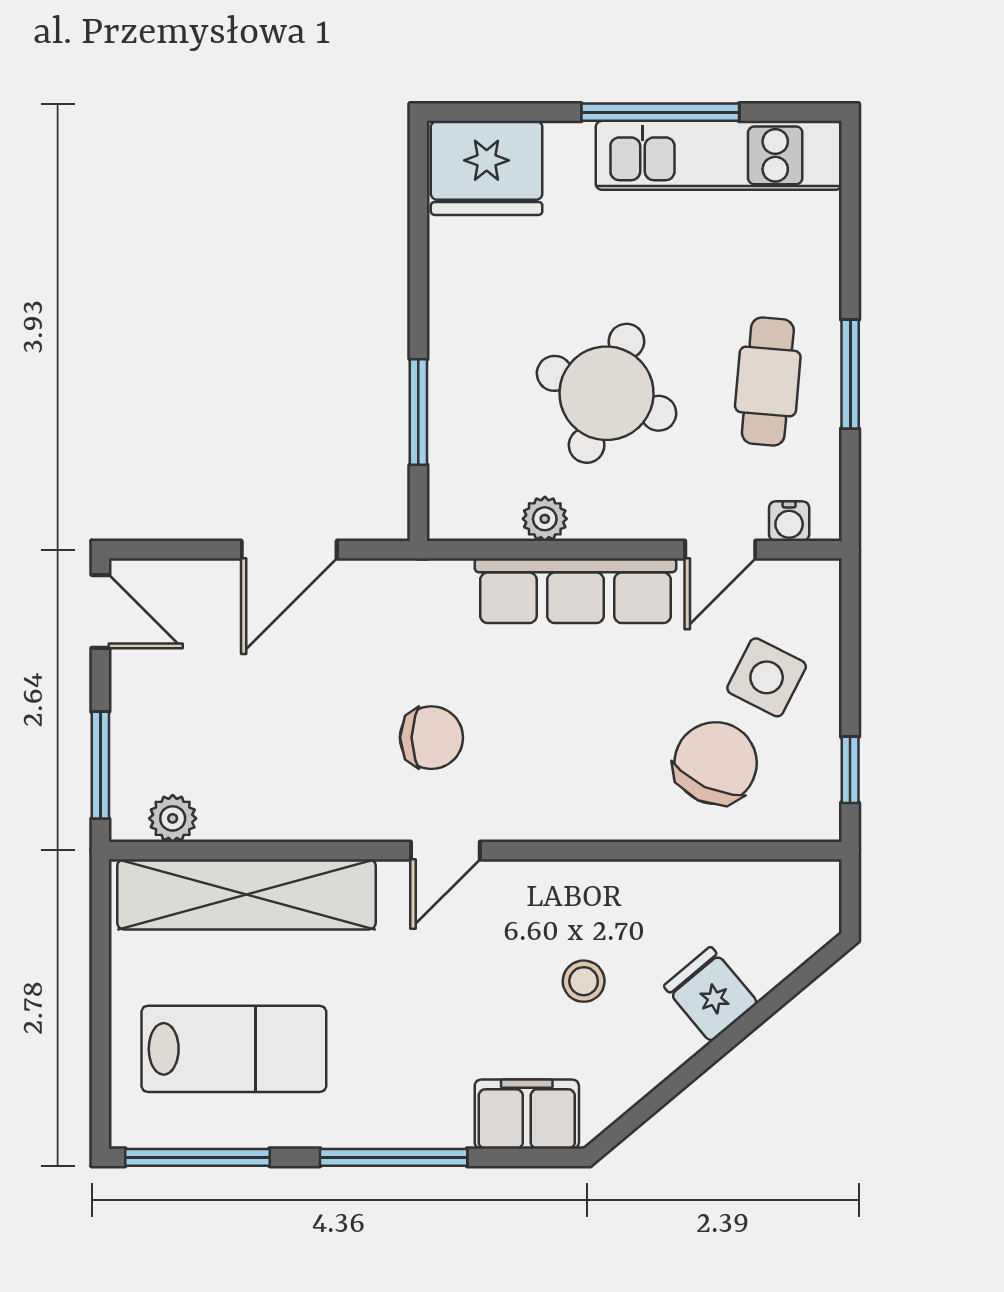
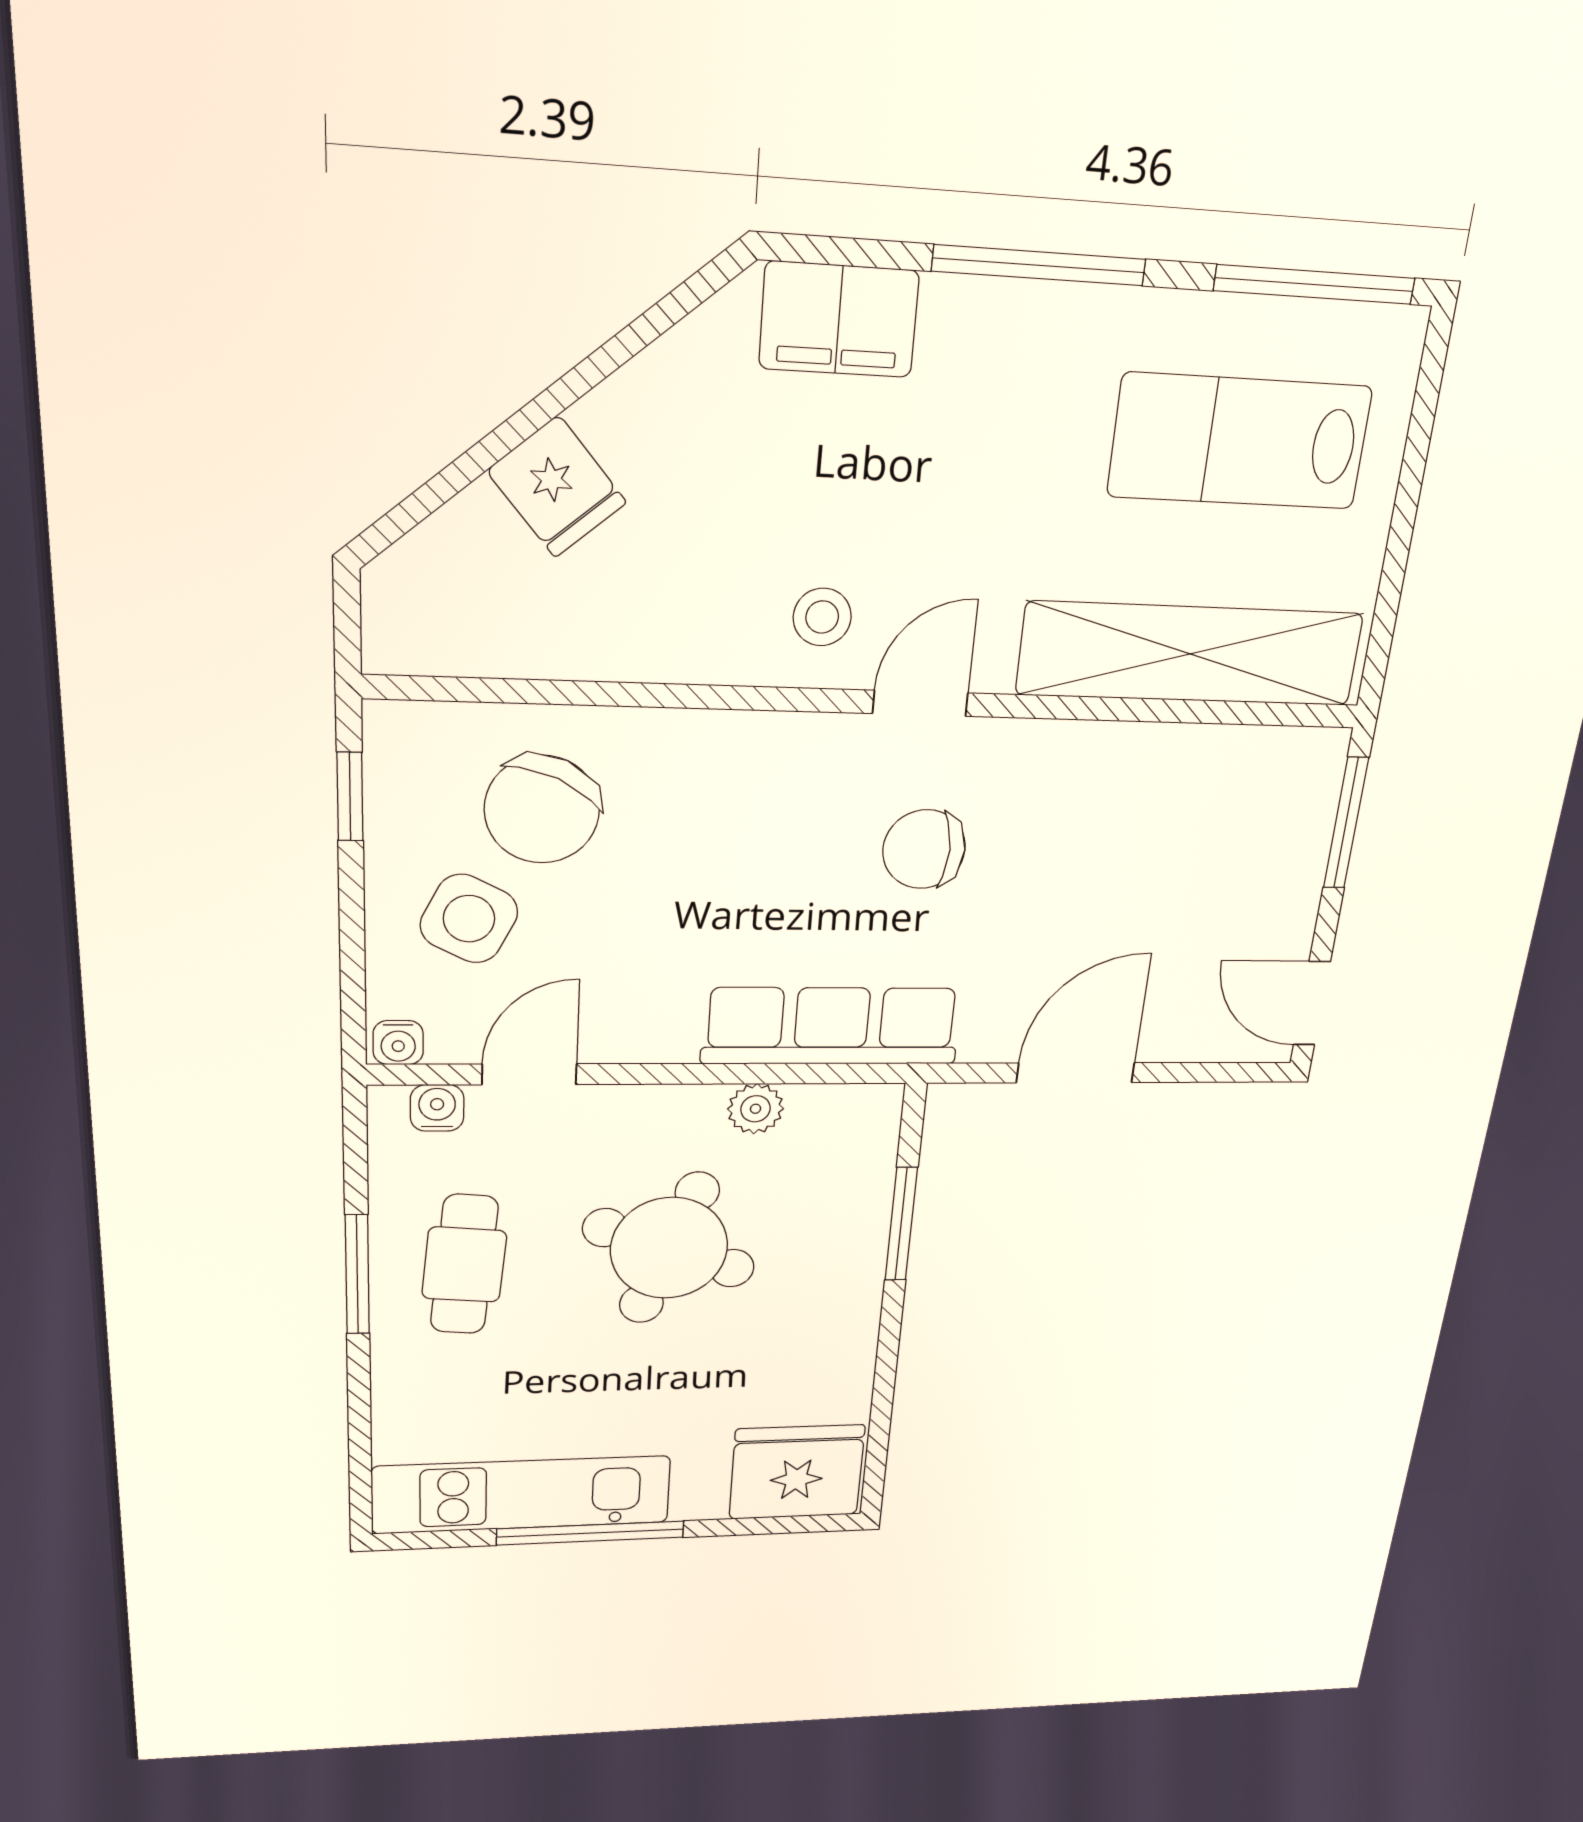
water cooler: (818, 576) -> (398, 1043), added
row of seats: (576, 591) -> (832, 1026), moved
plant: (173, 818) -> (1269, 755), removed
stool: (584, 981) -> (822, 617), moved

